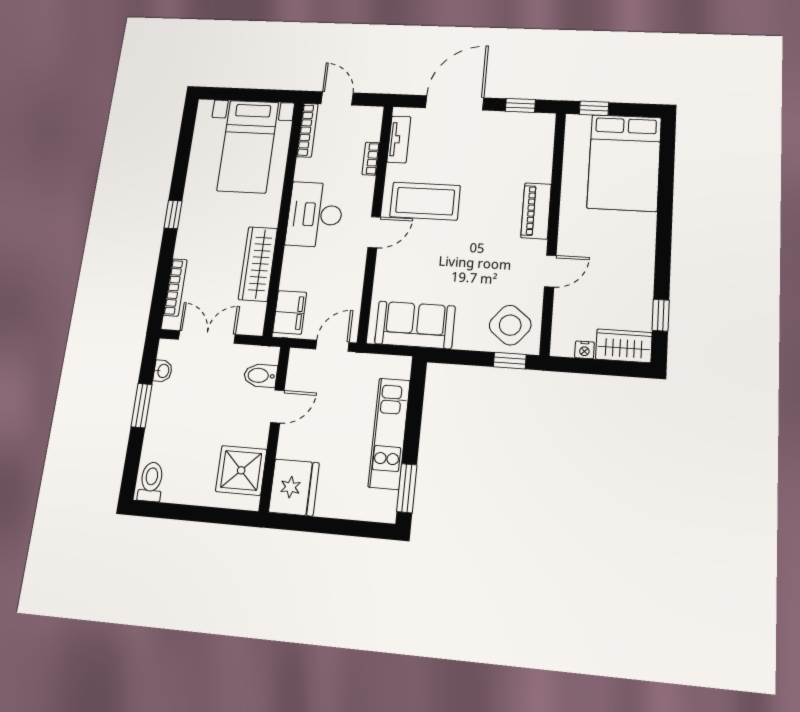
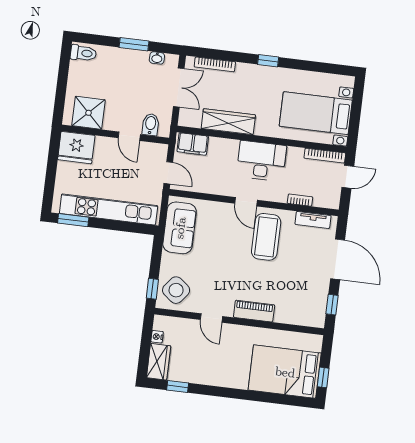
window: (594, 108) -> (323, 377), moved
kitchen unit: (389, 433) -> (109, 209), width x1.36

